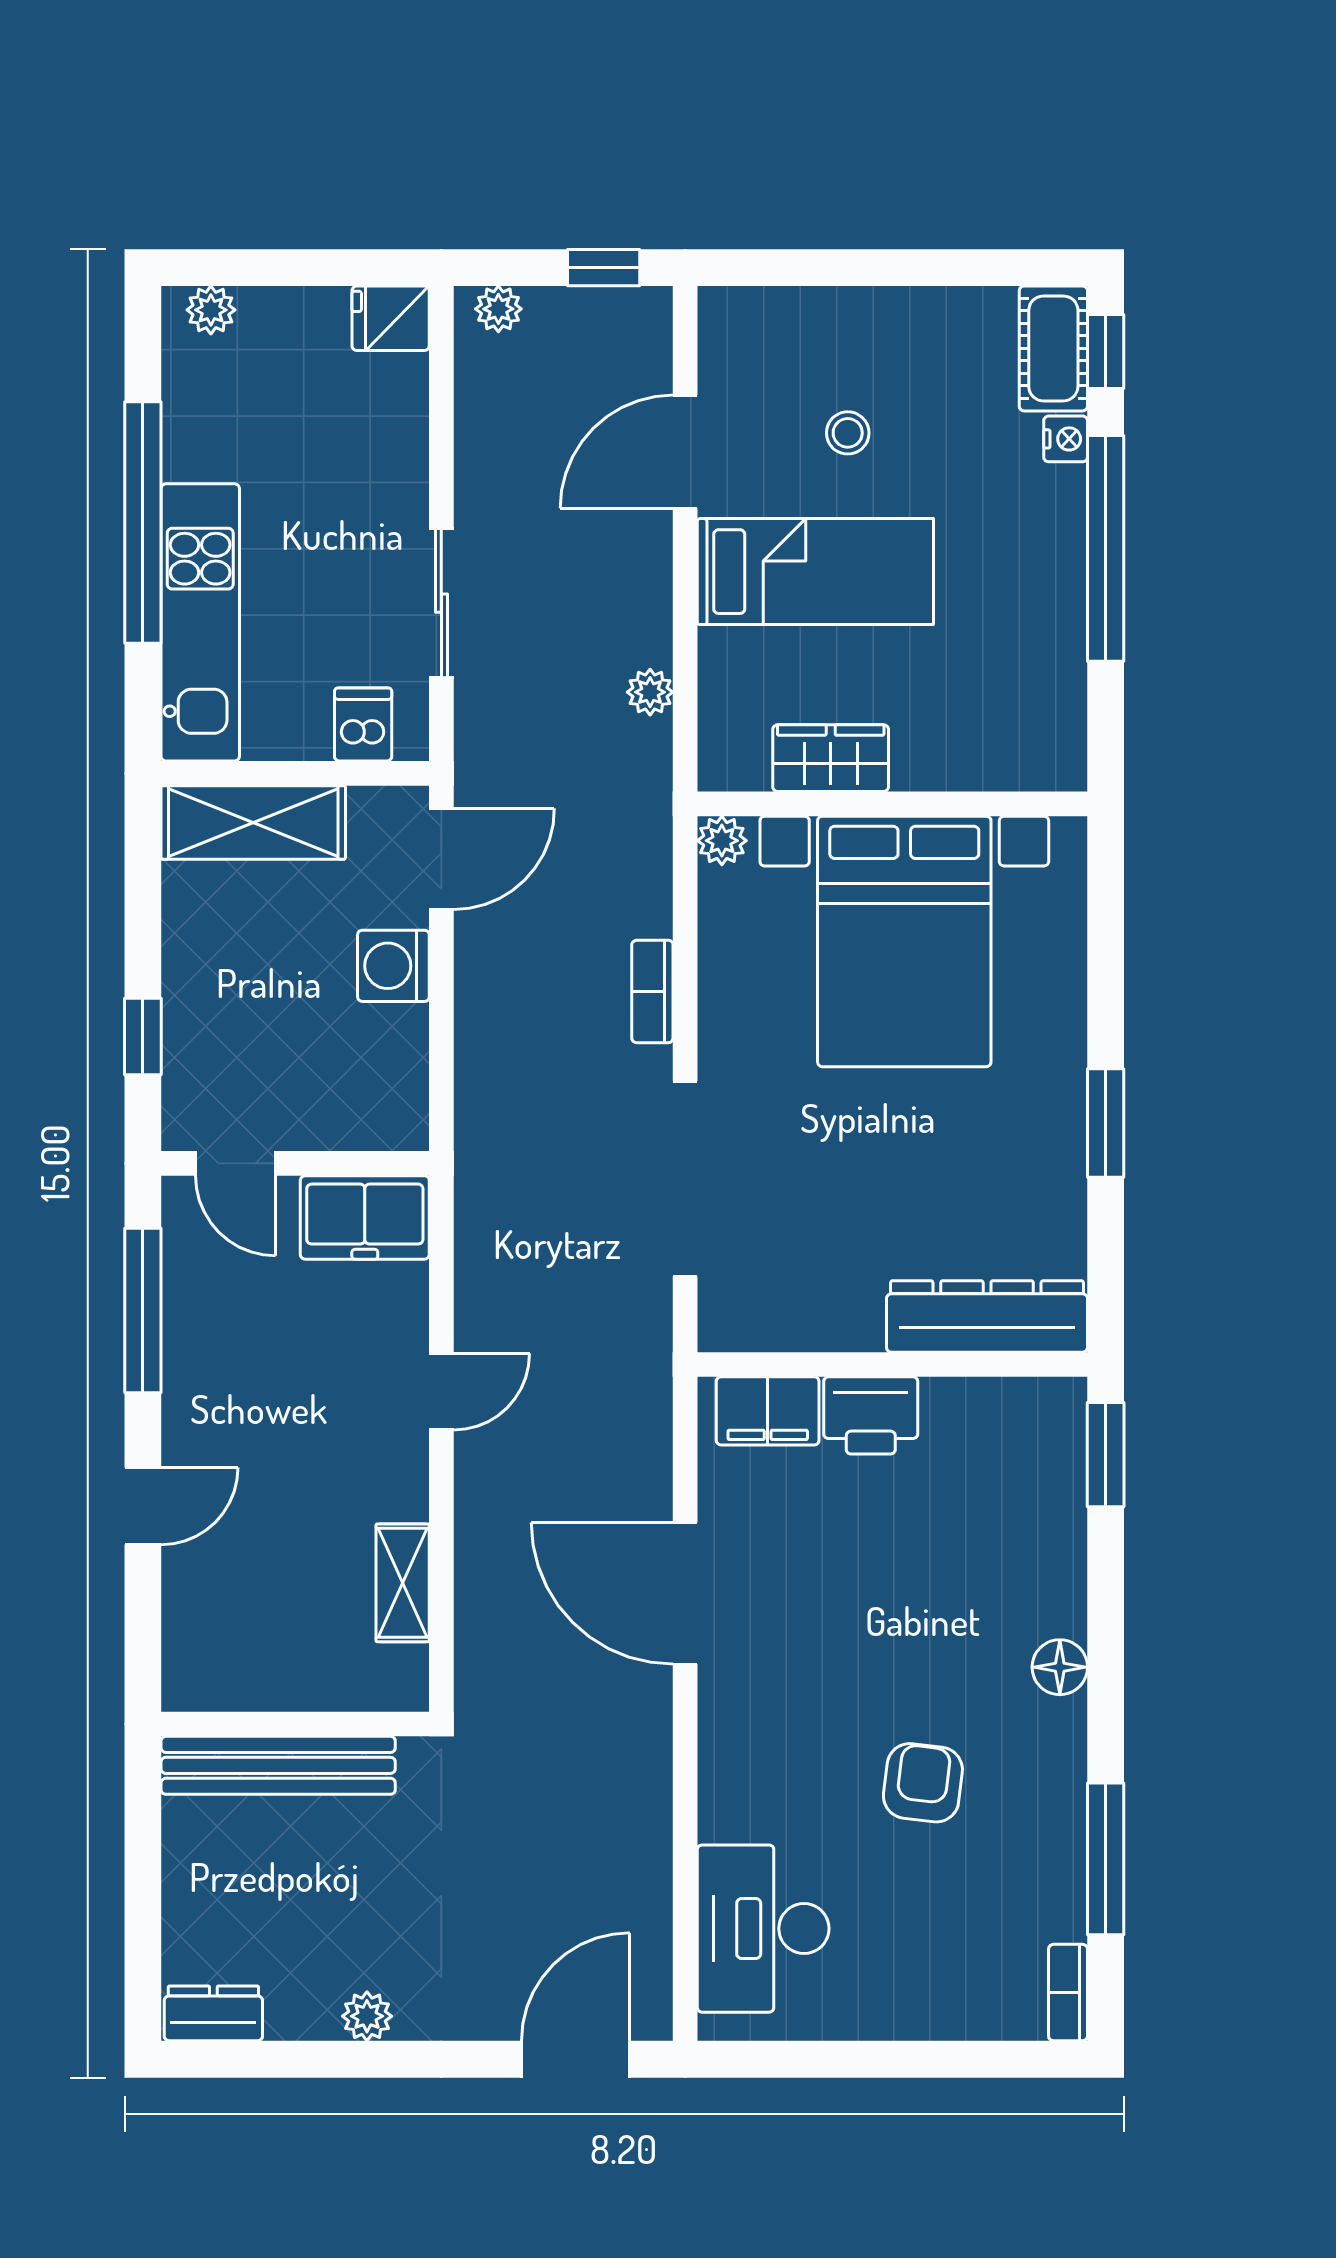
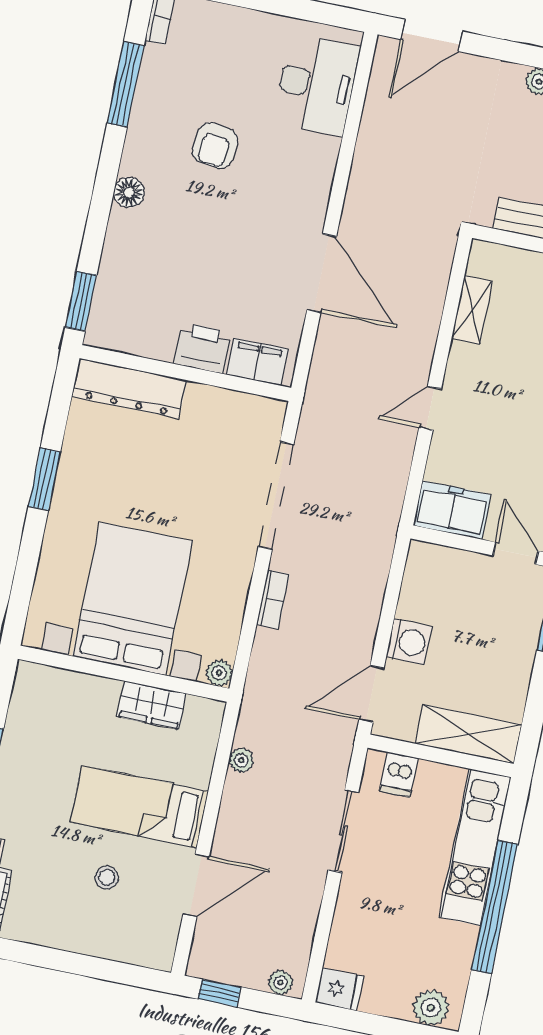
plant: (211, 310) -> (431, 1008), width x1.38, depth x1.38

